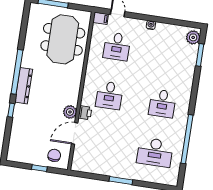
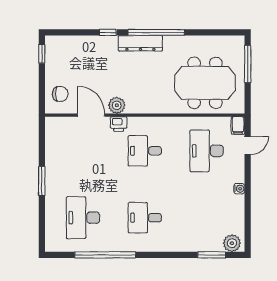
desk: (117, 46) -> (206, 151), width x1.37
window: (39, 168) -> (42, 54), moved

